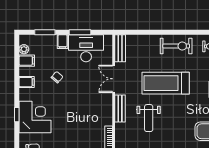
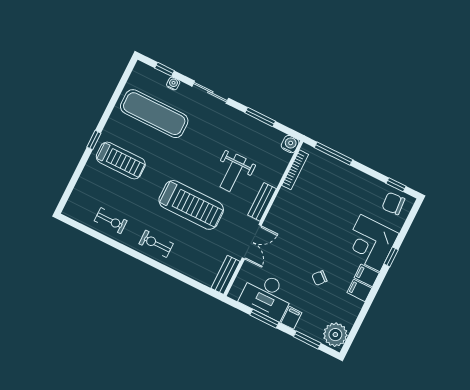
exercise bike: (176, 46) -> (156, 244), width x0.73, depth x0.72
plant: (24, 49) -> (335, 335), width x1.88, depth x1.88
filing cabinet: (27, 61) -> (367, 275), moved
weight bench: (149, 118) -> (233, 173), turned 180

